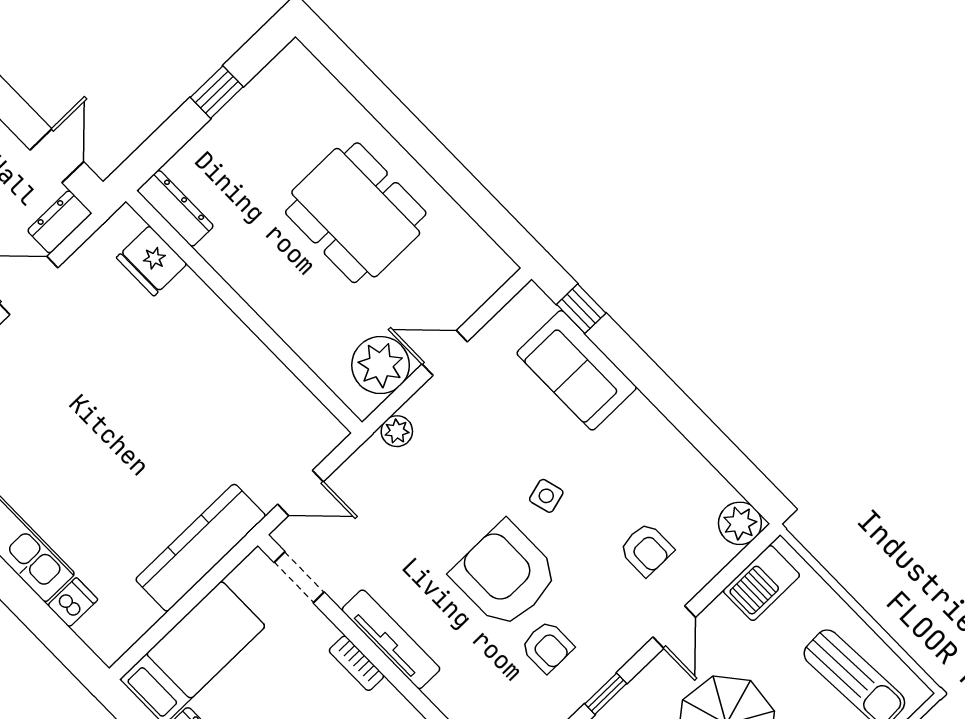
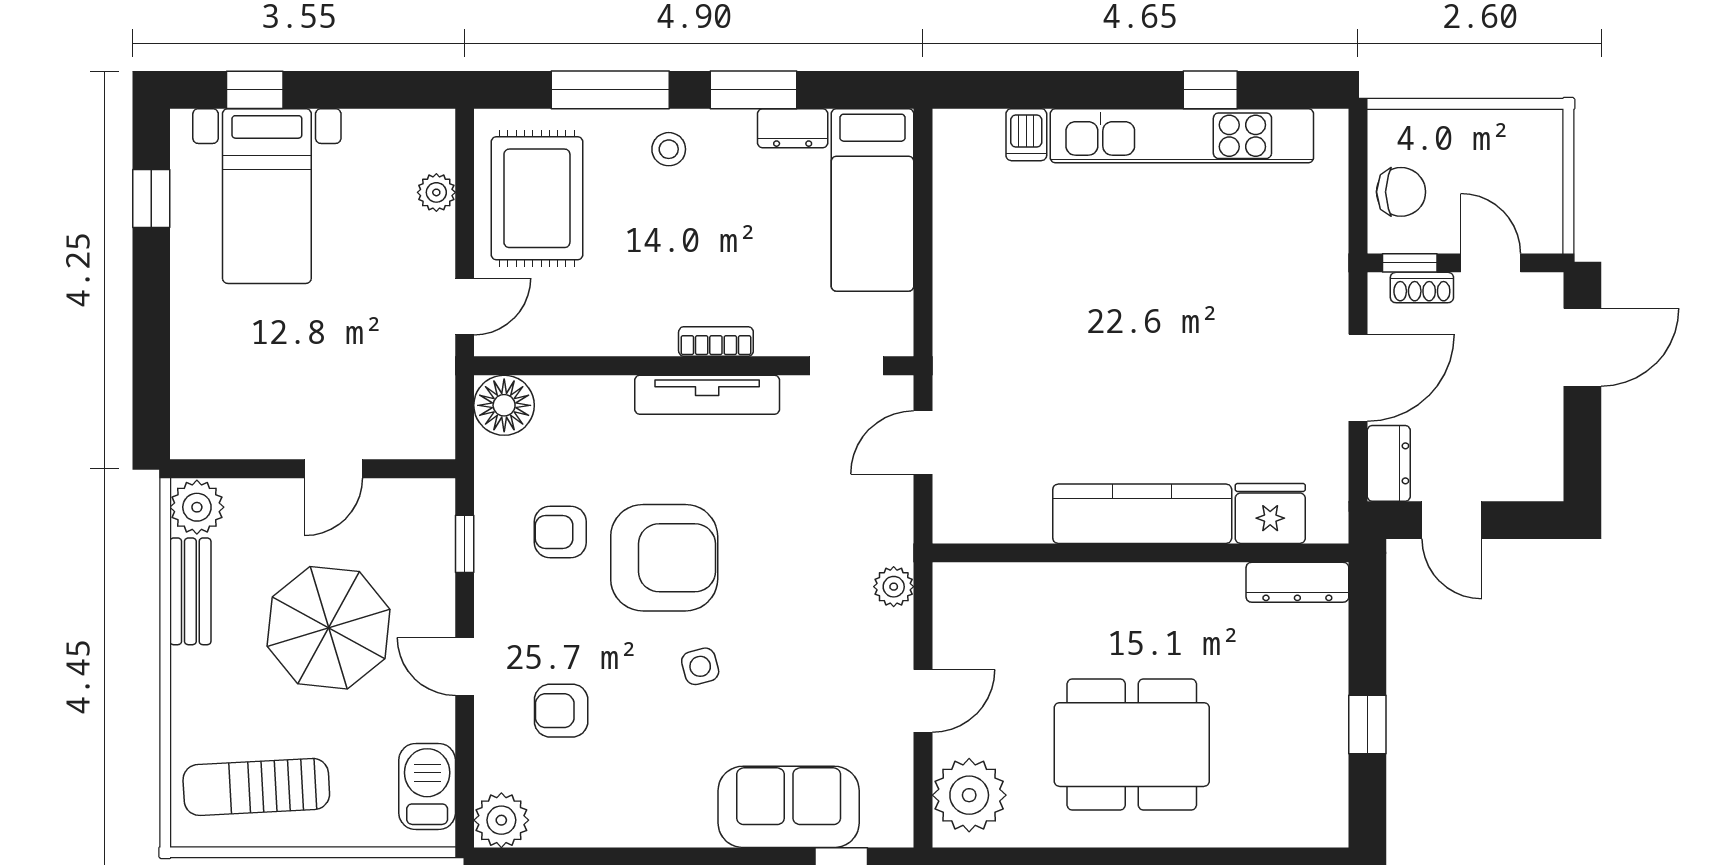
plant: (381, 365) -> (969, 795), moved
kitchen counter: (201, 548) -> (1142, 514), moved, turned -90

